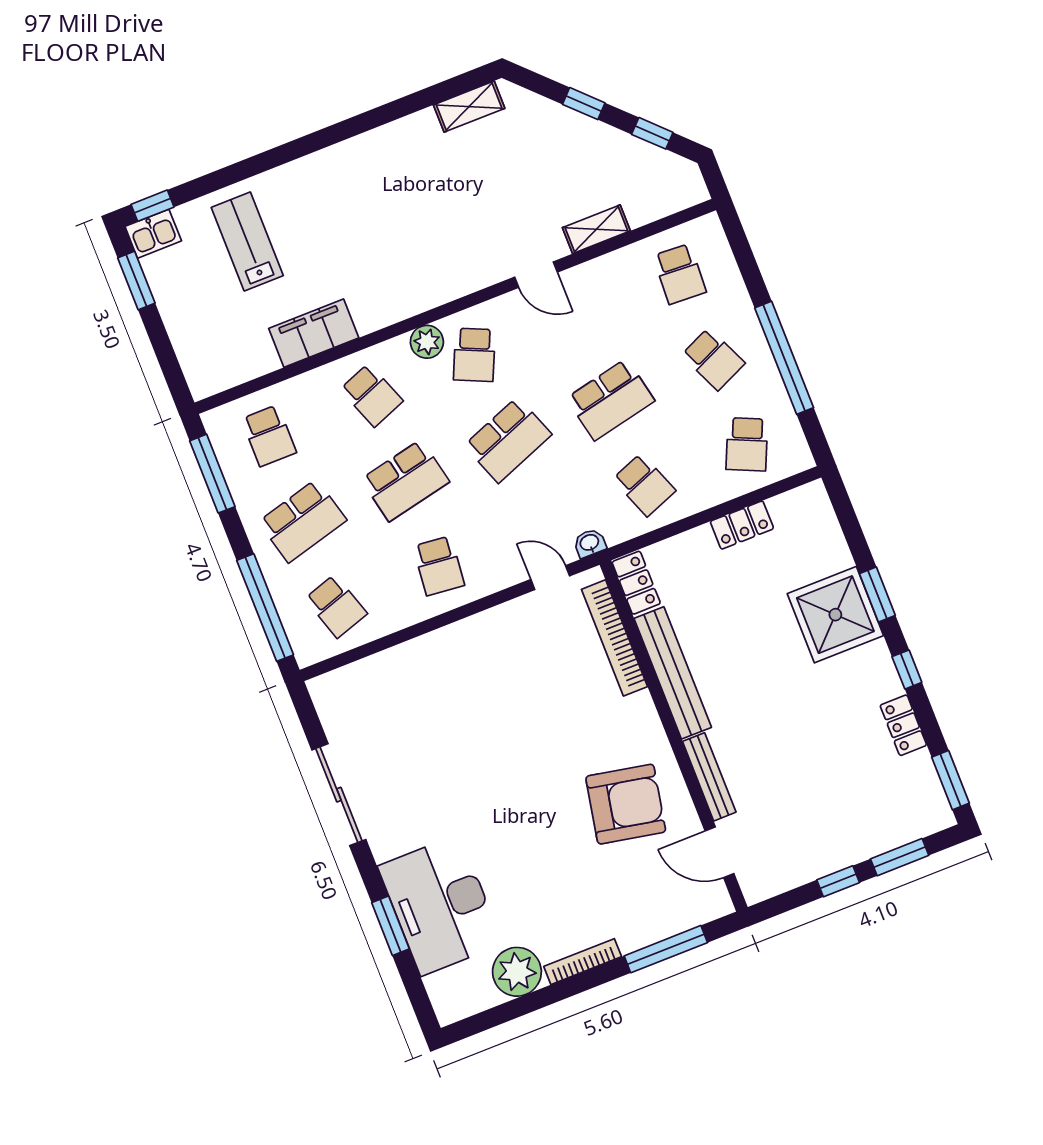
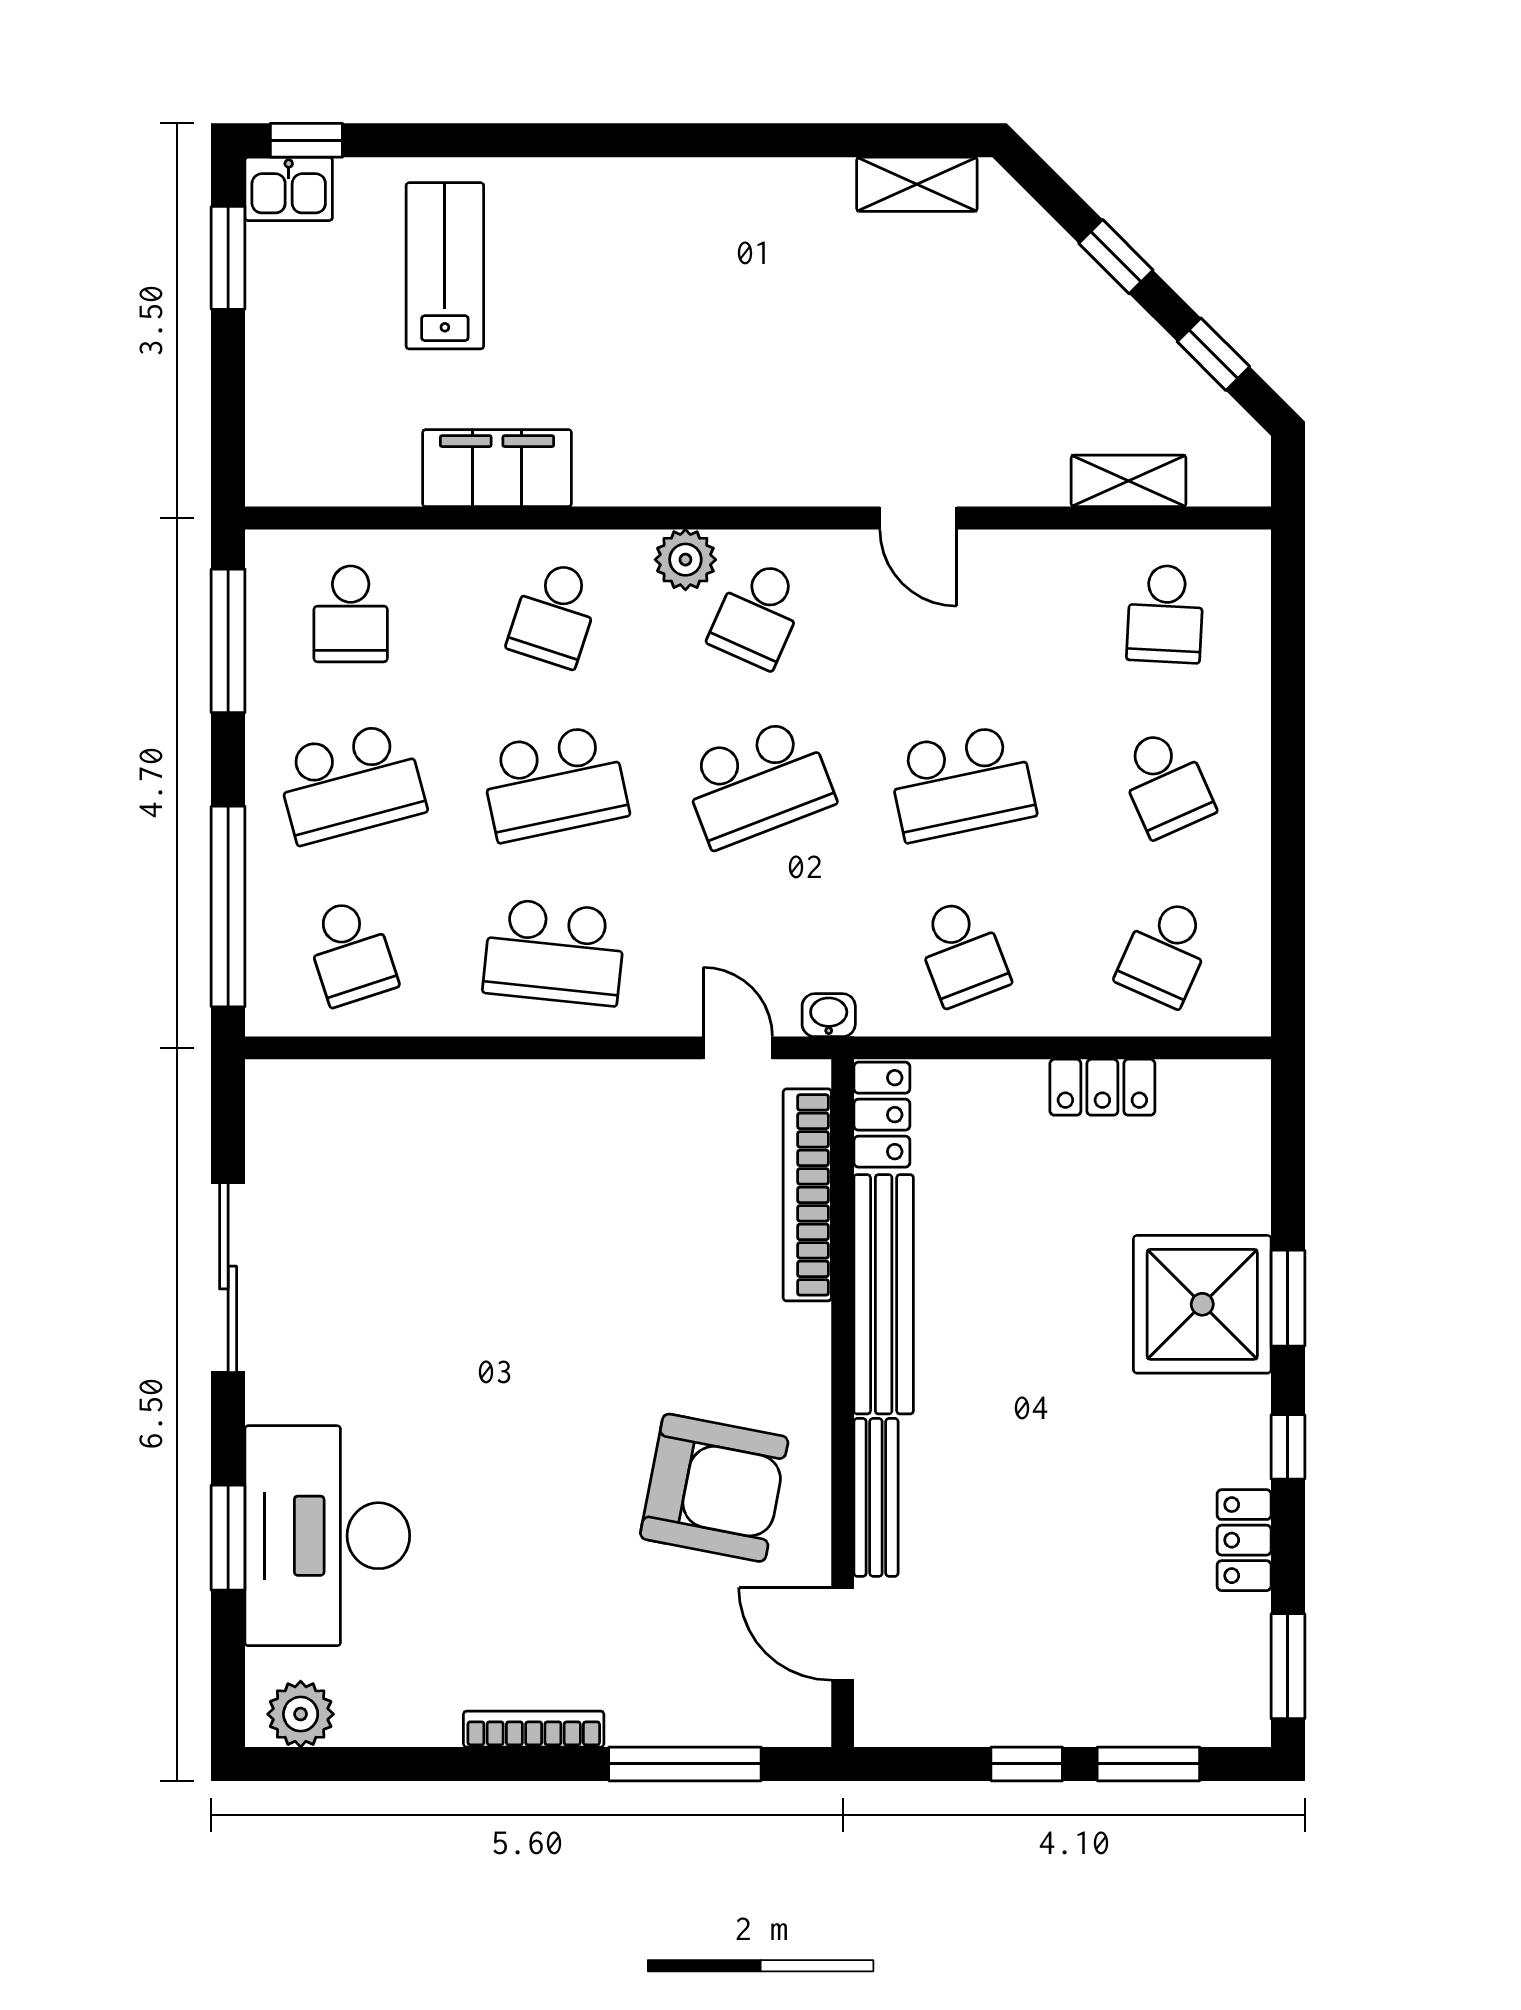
shelving: (596, 229) -> (1129, 481), moved
window: (784, 358) -> (1288, 829), removed
school desk: (372, 395) -> (554, 614), turned 39
school desk: (439, 566) -> (554, 952), width x1.85
plant: (517, 972) -> (301, 1714), moved, width x0.73, depth x0.73

